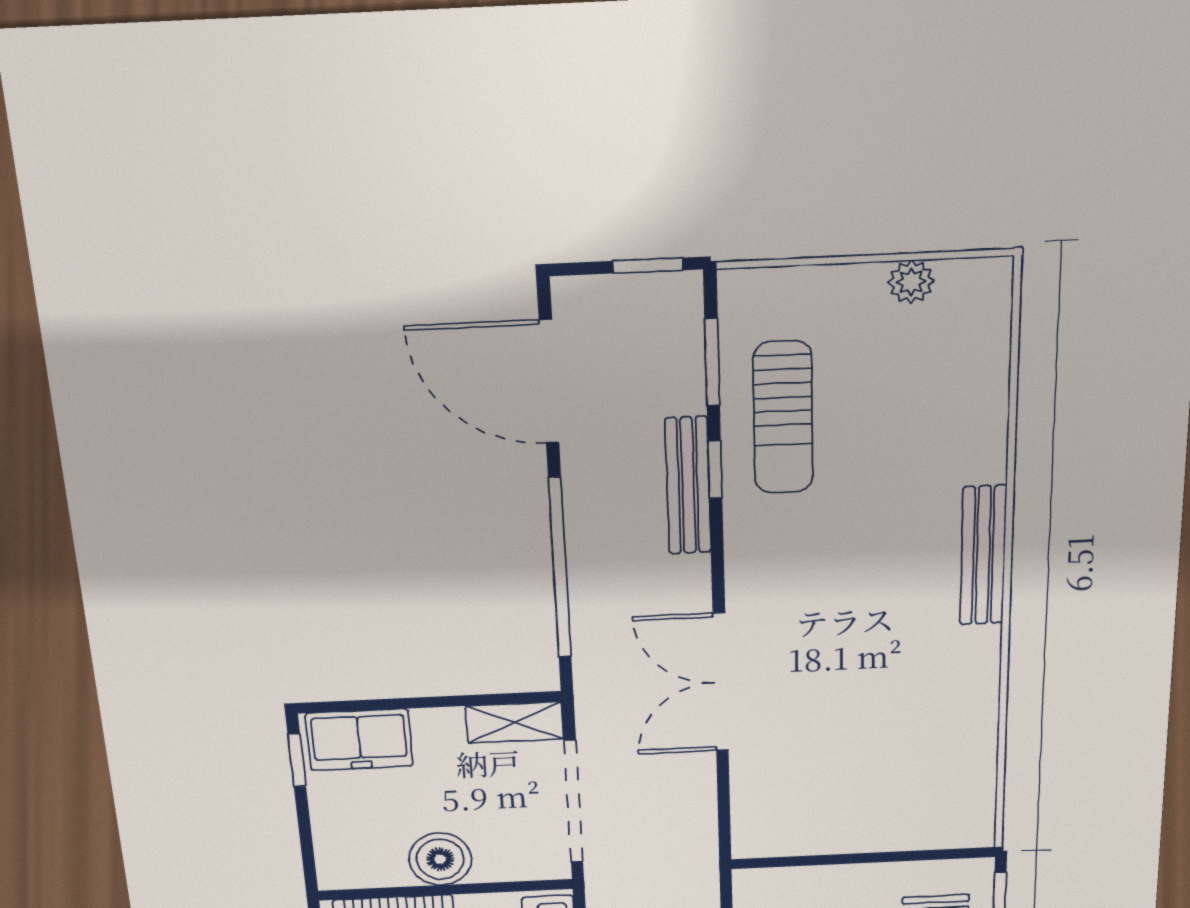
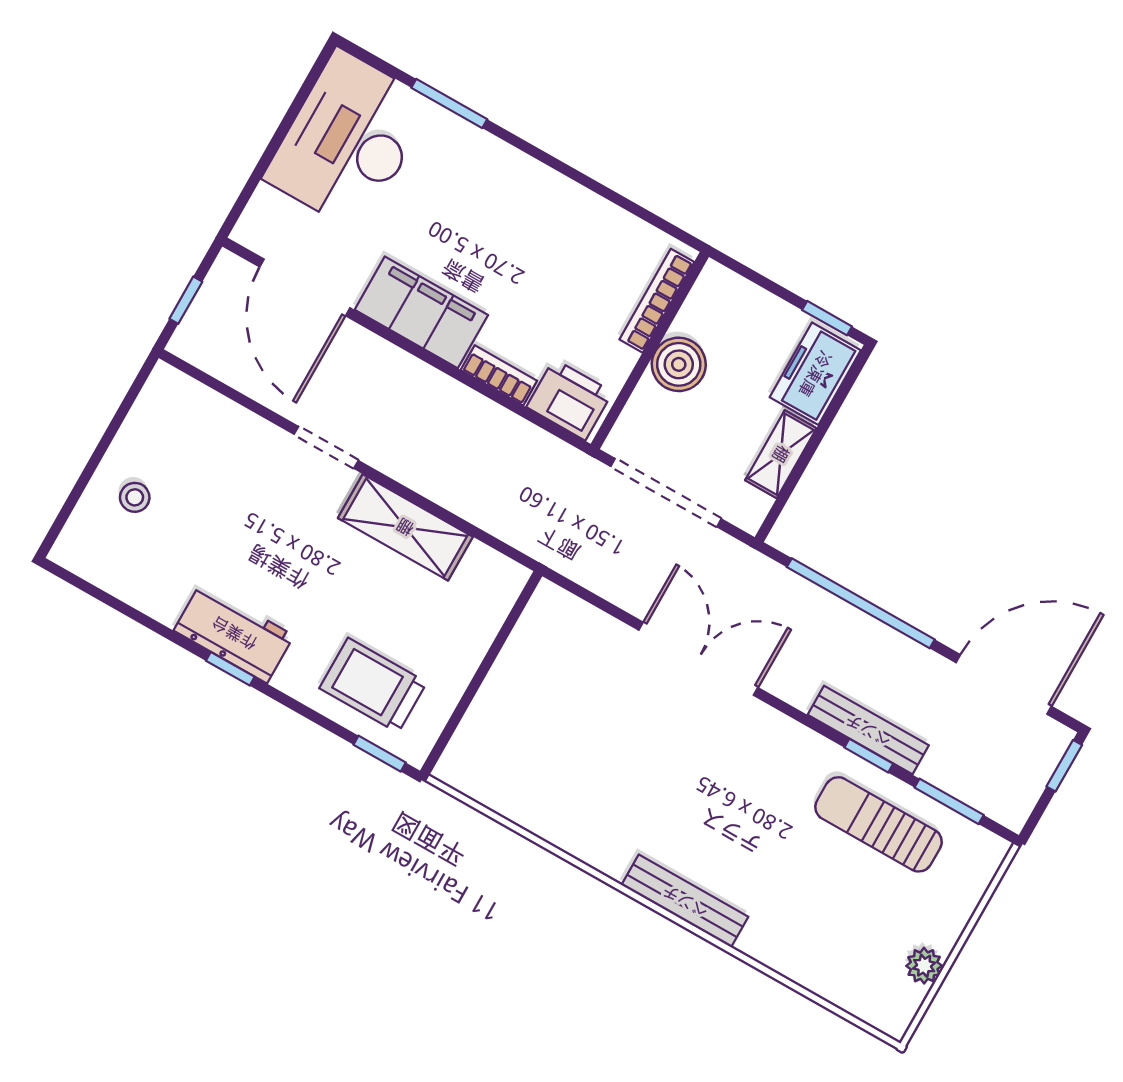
window: (648, 266) -> (1064, 766), moved
shelving: (515, 722) -> (781, 454), moved

